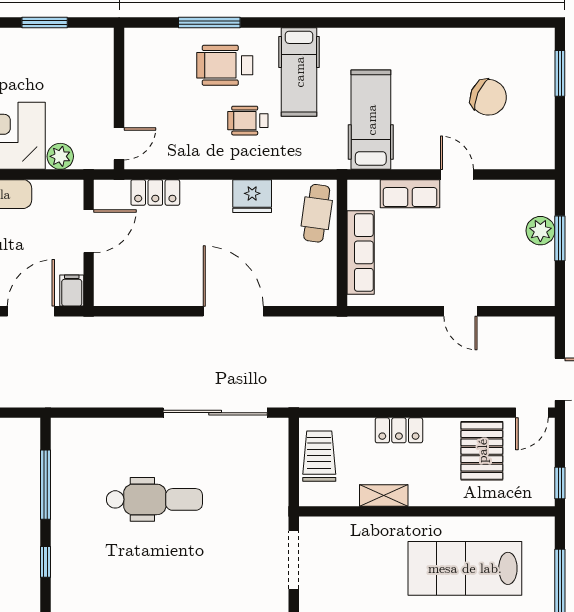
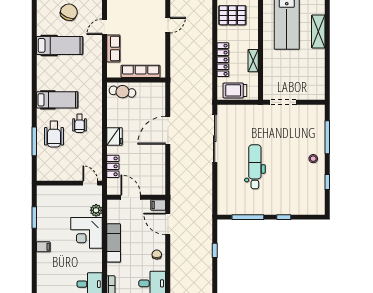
hospital bed: (371, 120) -> (60, 45), moved, turned 180
fridge: (252, 196) -> (115, 136), moved
locker: (399, 430) -> (223, 60), width x1.53

